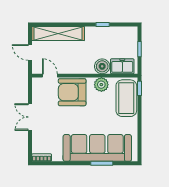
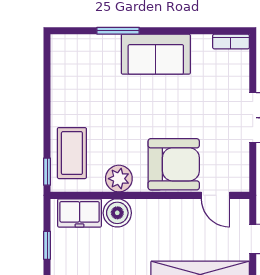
coffee table: (126, 98) -> (72, 153), width x0.73, depth x0.76
sofa: (97, 148) -> (156, 54), width x0.54, depth x0.79

